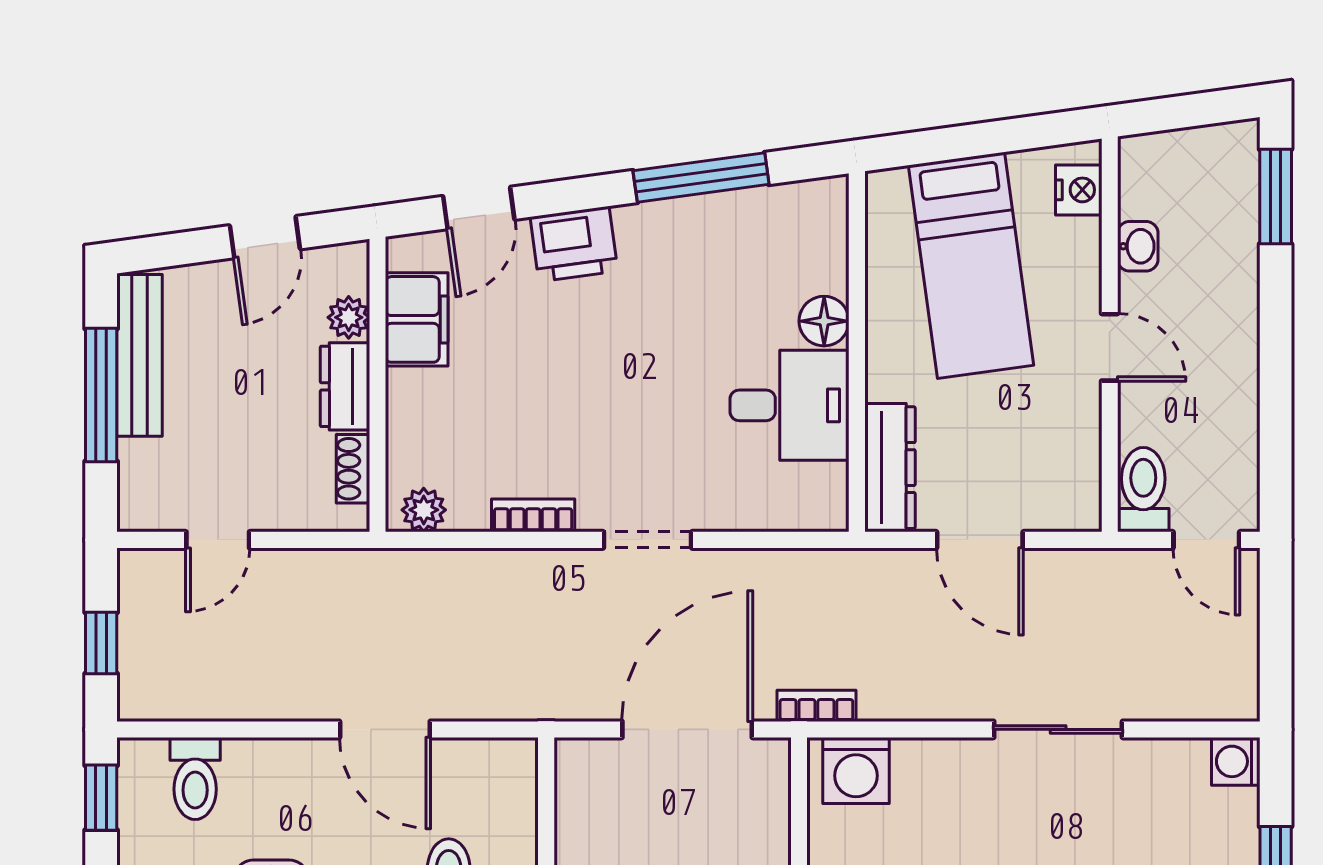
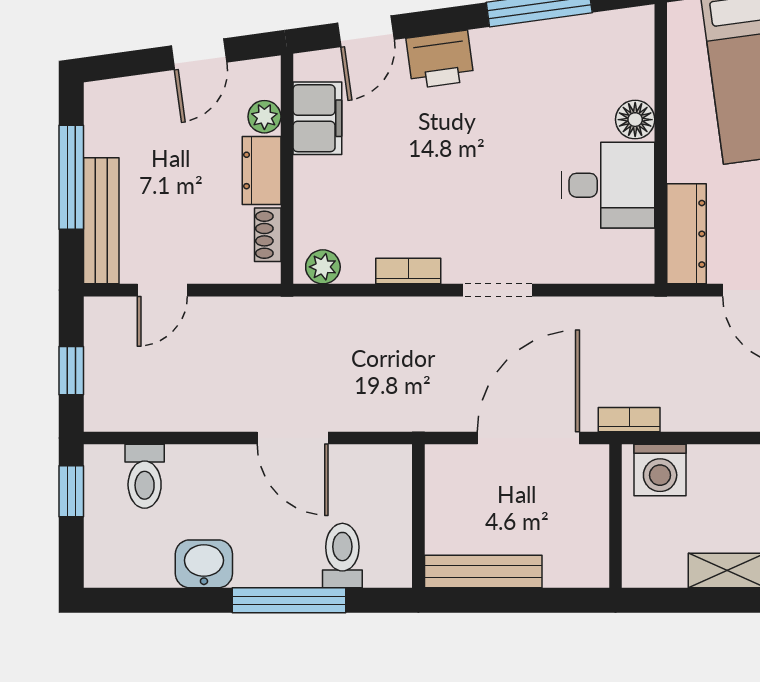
bench: (140, 355) -> (101, 221), moved

